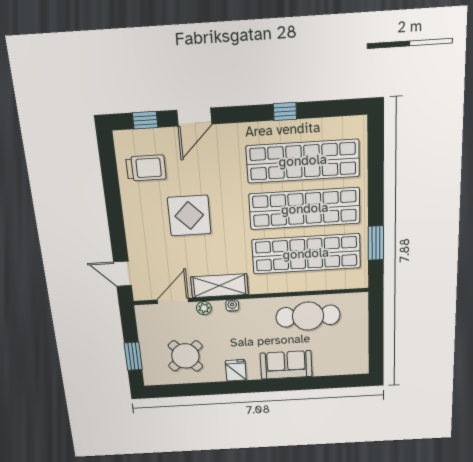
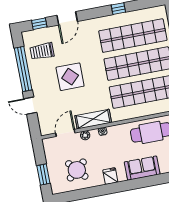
trolley: (146, 168) -> (42, 51), turned 180
window: (112, 193) -> (23, 69), added
door: (123, 274) -> (30, 106), moved

